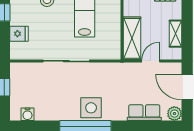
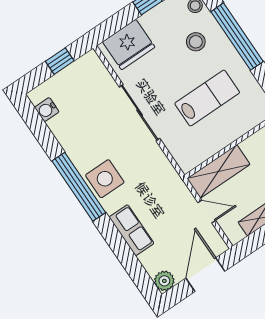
fridge: (19, 34) -> (129, 45), width x1.88, depth x1.34
row of seats: (144, 113) -> (131, 230), moved

